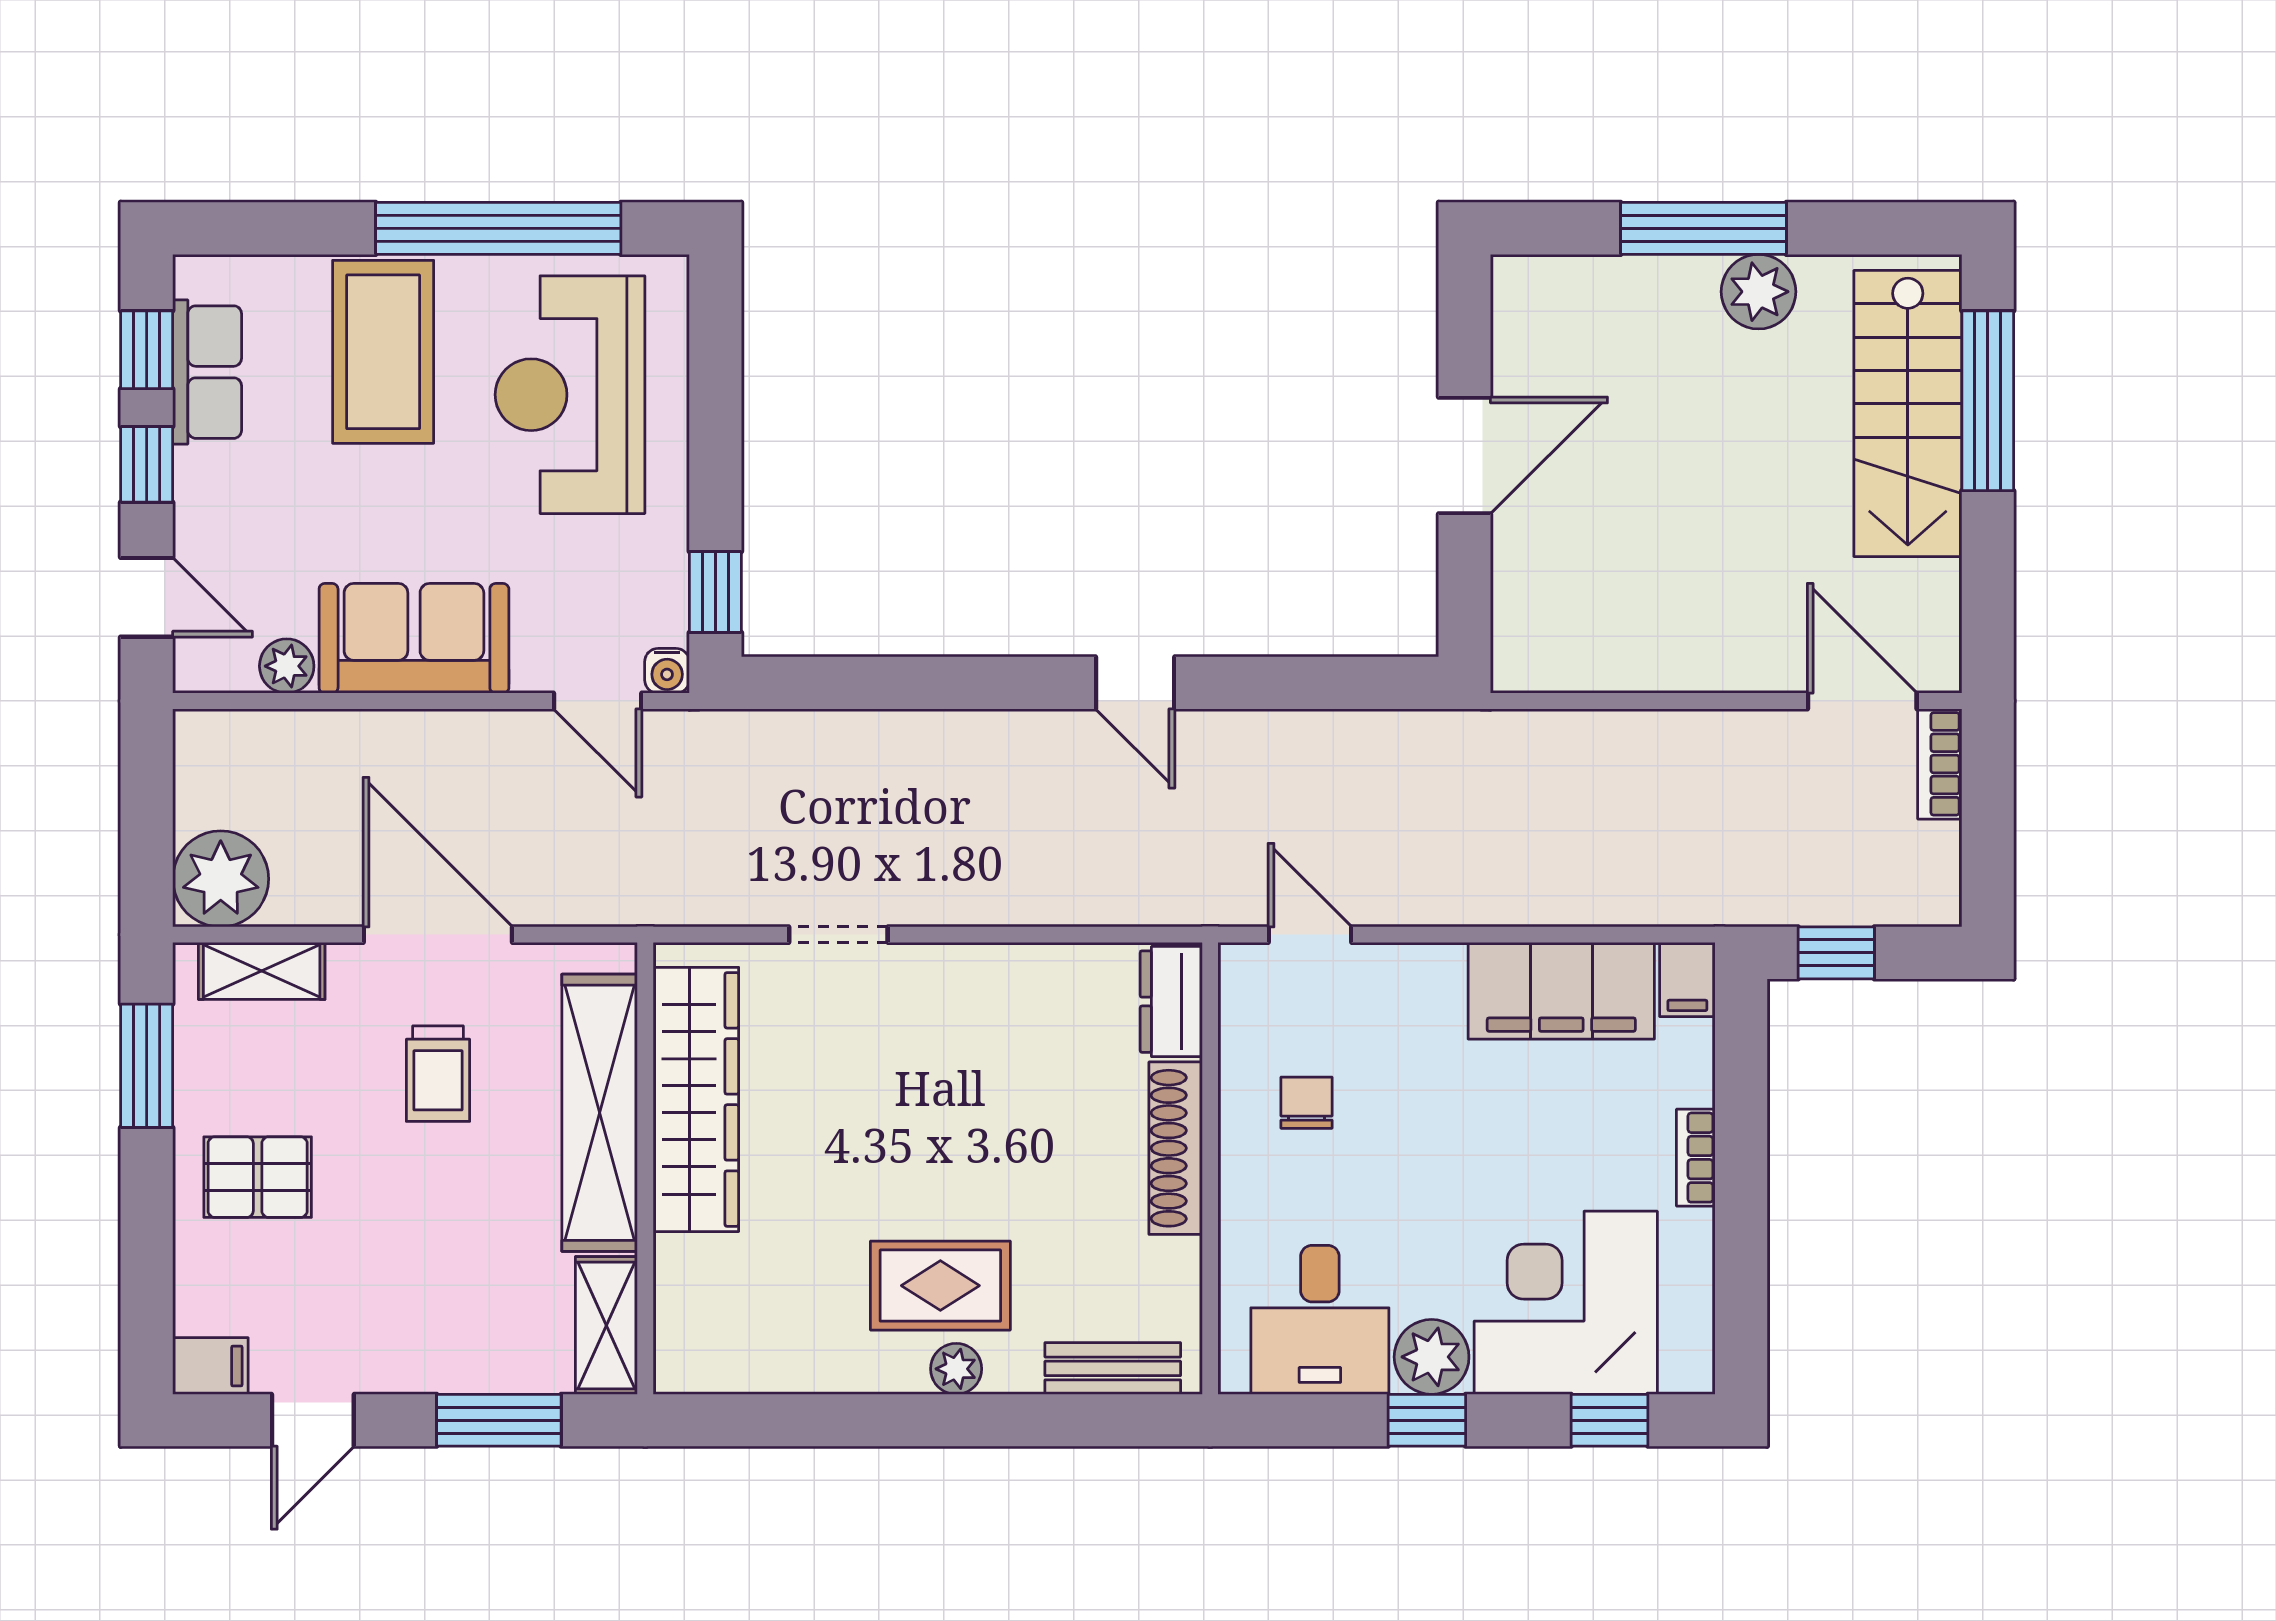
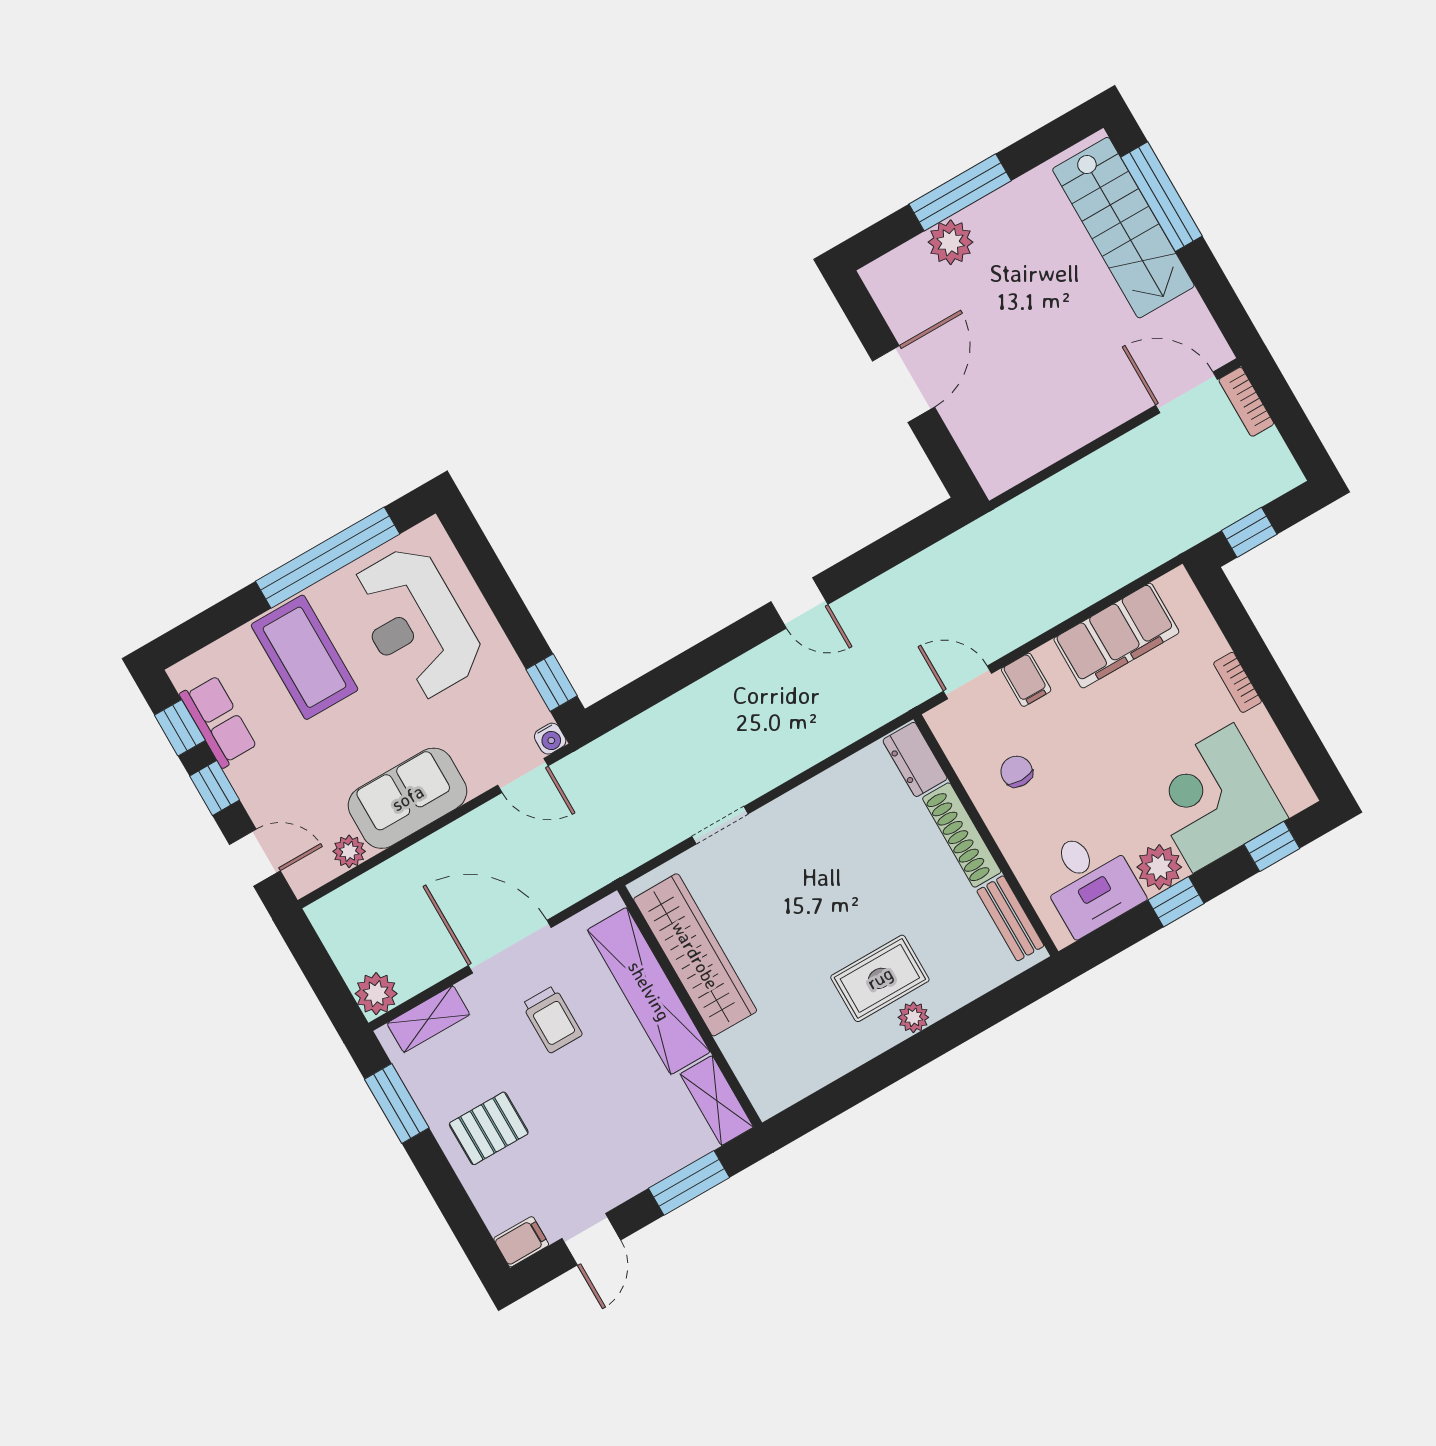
plant: (1759, 292) -> (951, 242), moved
plant: (221, 879) -> (376, 994), width x0.73, depth x0.73
filing cabinet: (1687, 980) -> (1026, 680), moved
bench: (1113, 1368) -> (1010, 918), moved, turned 90

